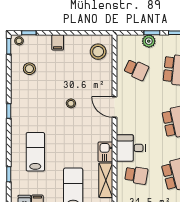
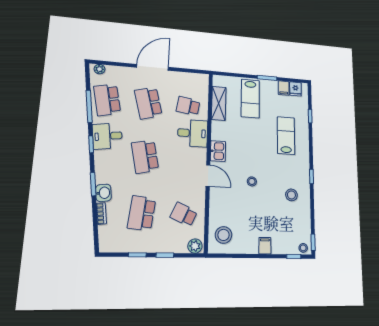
plant: (149, 41) -> (195, 246), moved
stool: (29, 69) -> (291, 195), moved
lab bench: (35, 152) -> (286, 136), turned 180
kitchen sink: (105, 152) -> (218, 151), moved

